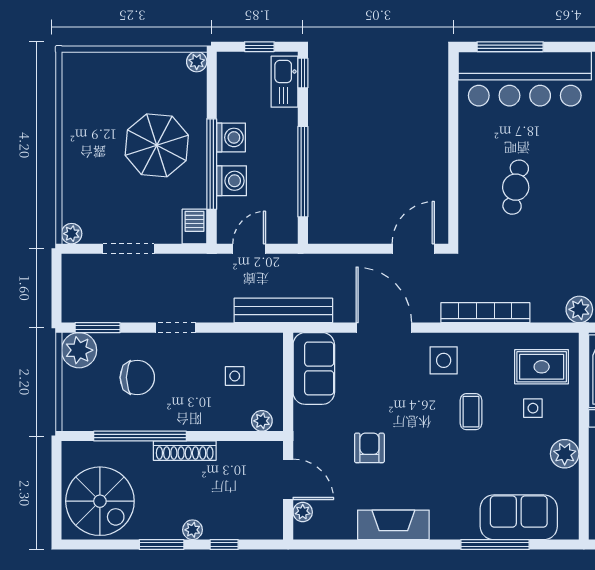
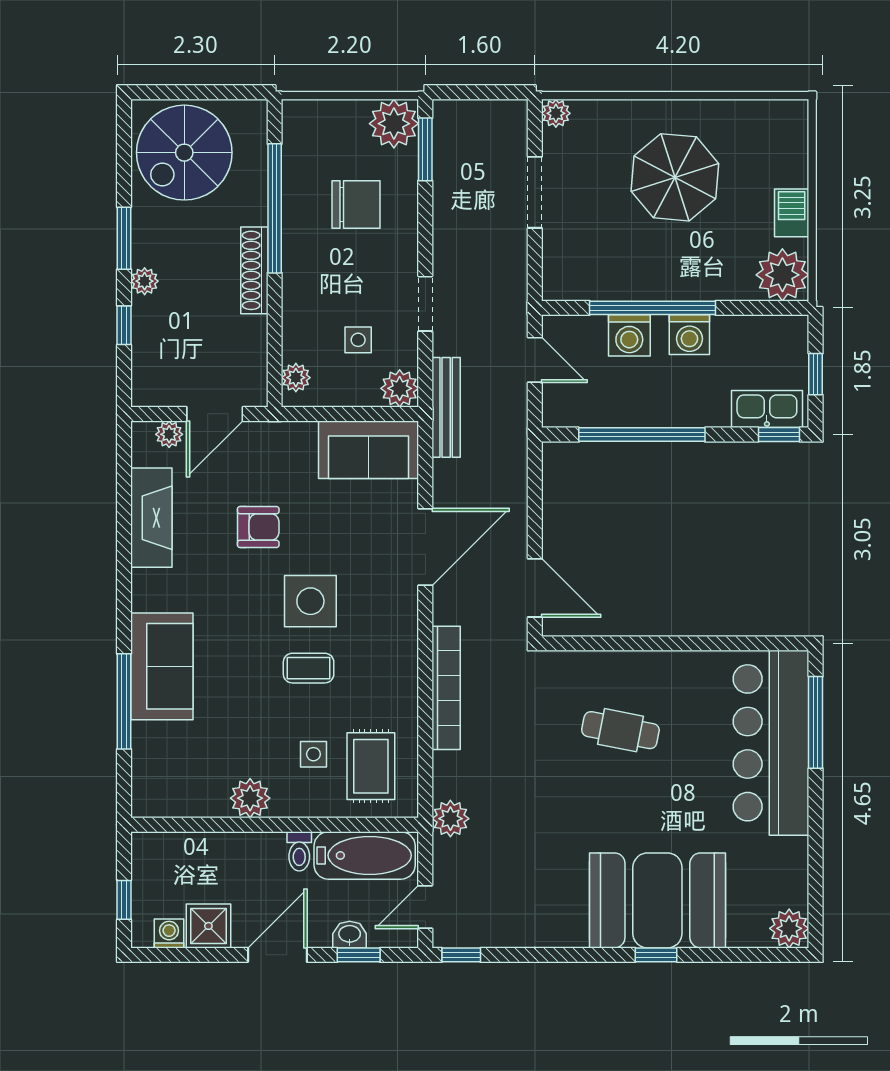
plant: (197, 62) -> (782, 275), width x1.87, depth x1.87
parasol: (157, 145) -> (675, 177), moved
barbecue: (194, 227) -> (792, 213), moved, turned -90
bench: (283, 310) -> (446, 407), width x0.73, depth x0.82
doorway: (176, 328) -> (425, 304), moved
plant: (270, 346) -> (400, 388), added
side table: (444, 360) -> (310, 601), moved, width x1.37, depth x1.37
chair: (137, 377) -> (356, 205), turned -90
sofa: (519, 517) -> (162, 666), moved
fireplace: (393, 525) -> (151, 518), moved

